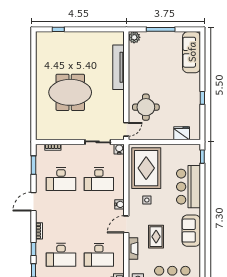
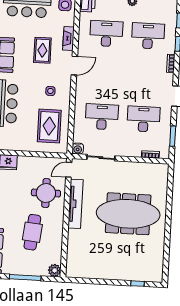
tv unit: (119, 67) -> (75, 204), moved
cafe table: (156, 71) -> (32, 232), added
meeting table: (70, 92) -> (128, 214), width x1.36
rug: (146, 168) -> (49, 126), width x0.73, depth x0.69
water cooler: (119, 204) -> (81, 88), removed

